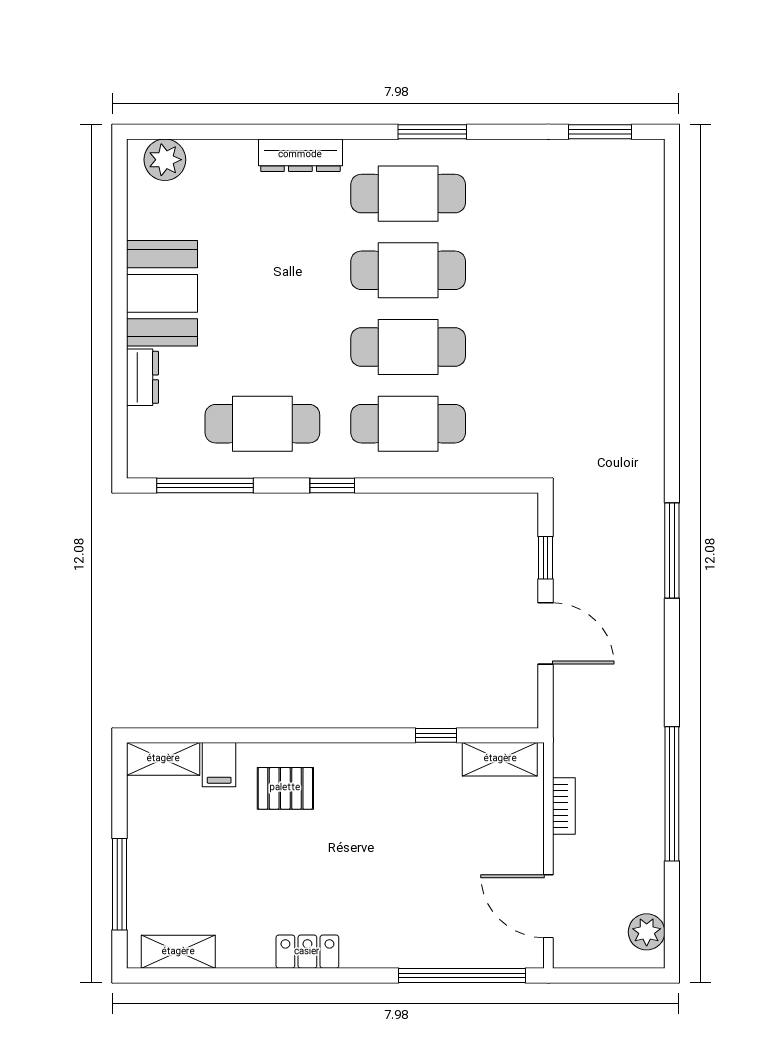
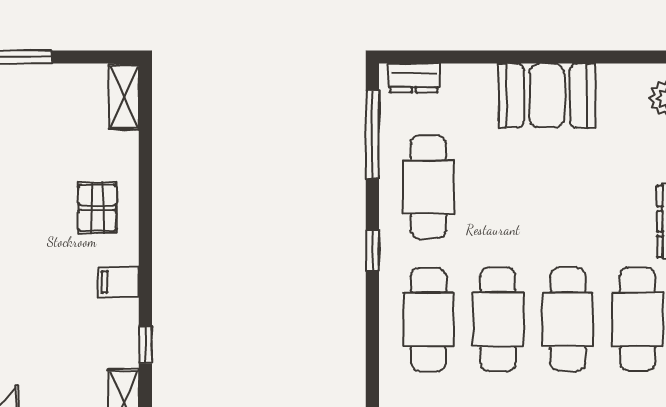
dresser: (142, 377) -> (414, 78), moved
filing cabinet: (219, 765) -> (119, 282), moved

